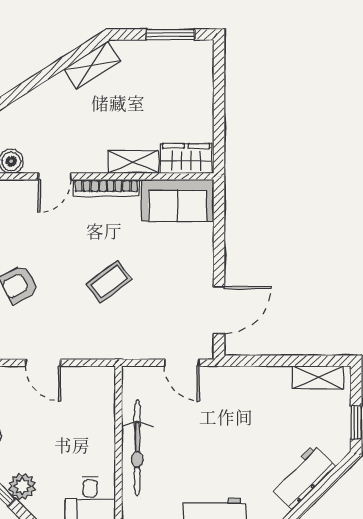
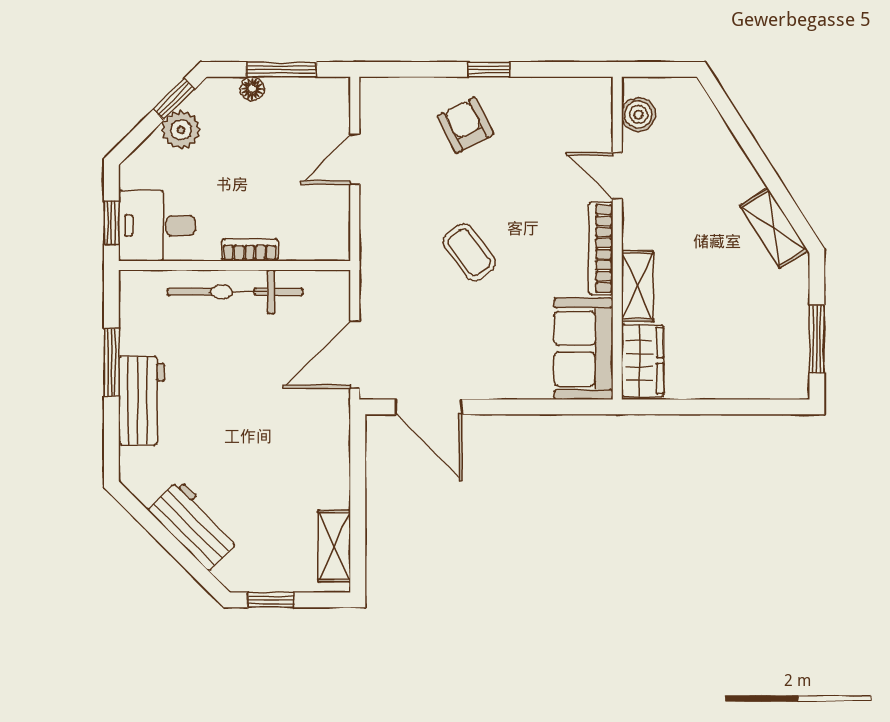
door: (182, 363) -> (355, 355), width x1.38
bookcase: (107, 437) -> (250, 250), added

